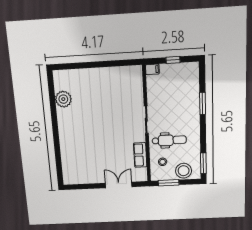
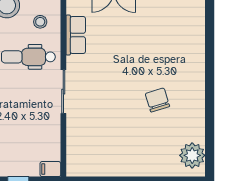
plant: (63, 99) -> (192, 155), moved
chair: (87, 118) -> (157, 100), added

